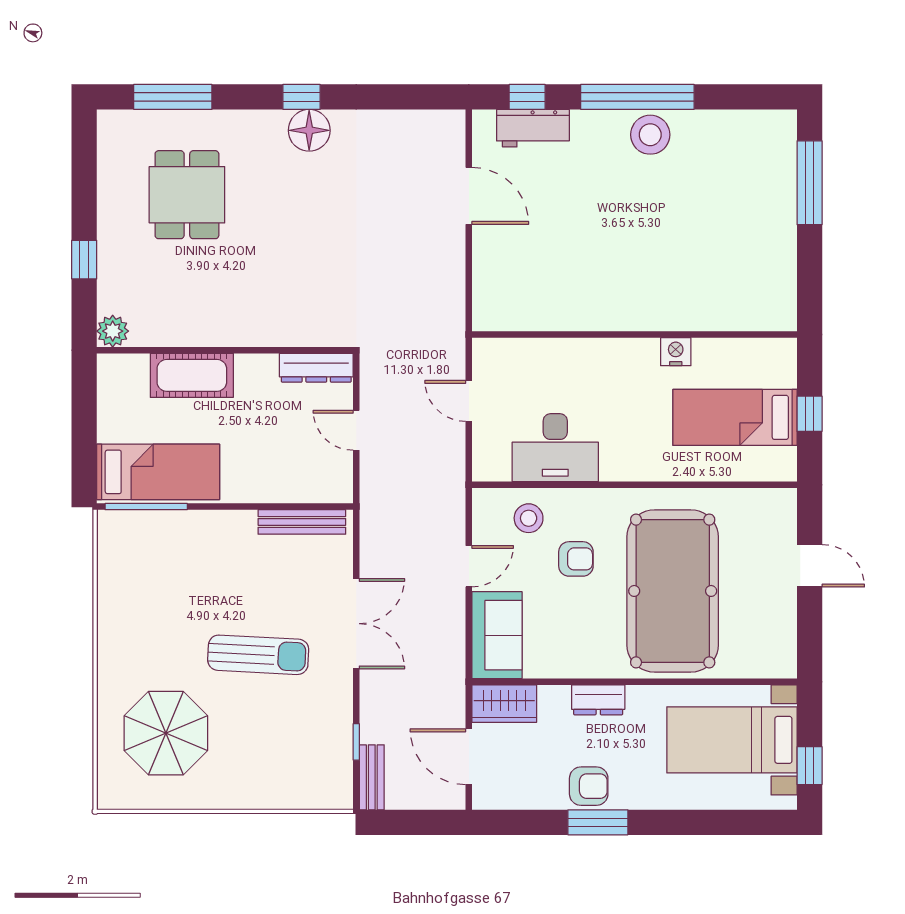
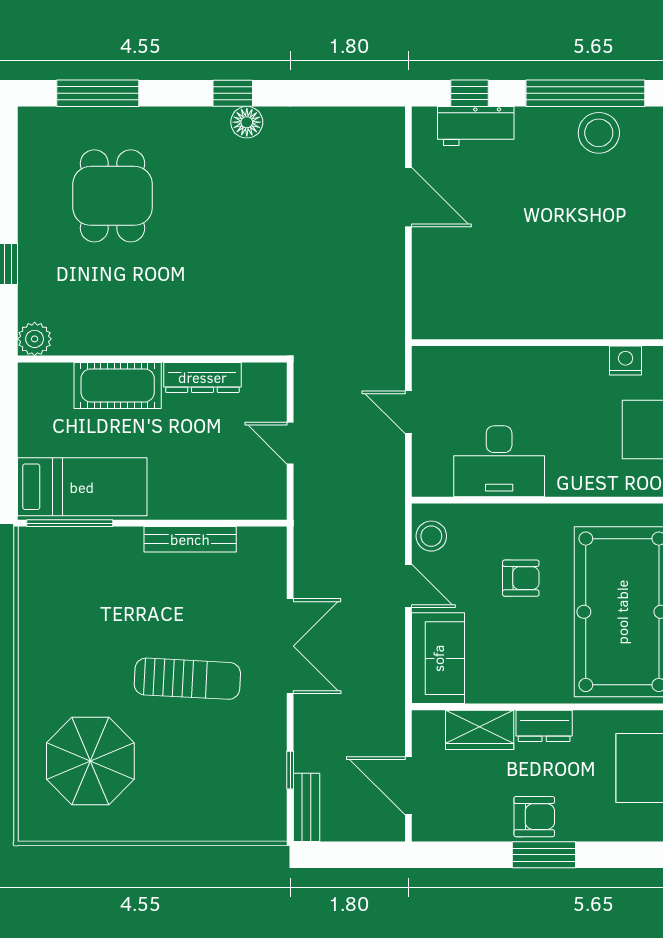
floor lamp: (309, 130) -> (247, 122), width x0.73, depth x0.73
dresser: (316, 368) -> (202, 377), moved
stool: (529, 518) -> (431, 536), moved
bench: (302, 522) -> (190, 539), moved
door: (469, 566) -> (408, 586), hinge flipped
wardrobe: (504, 704) -> (480, 730), moved

